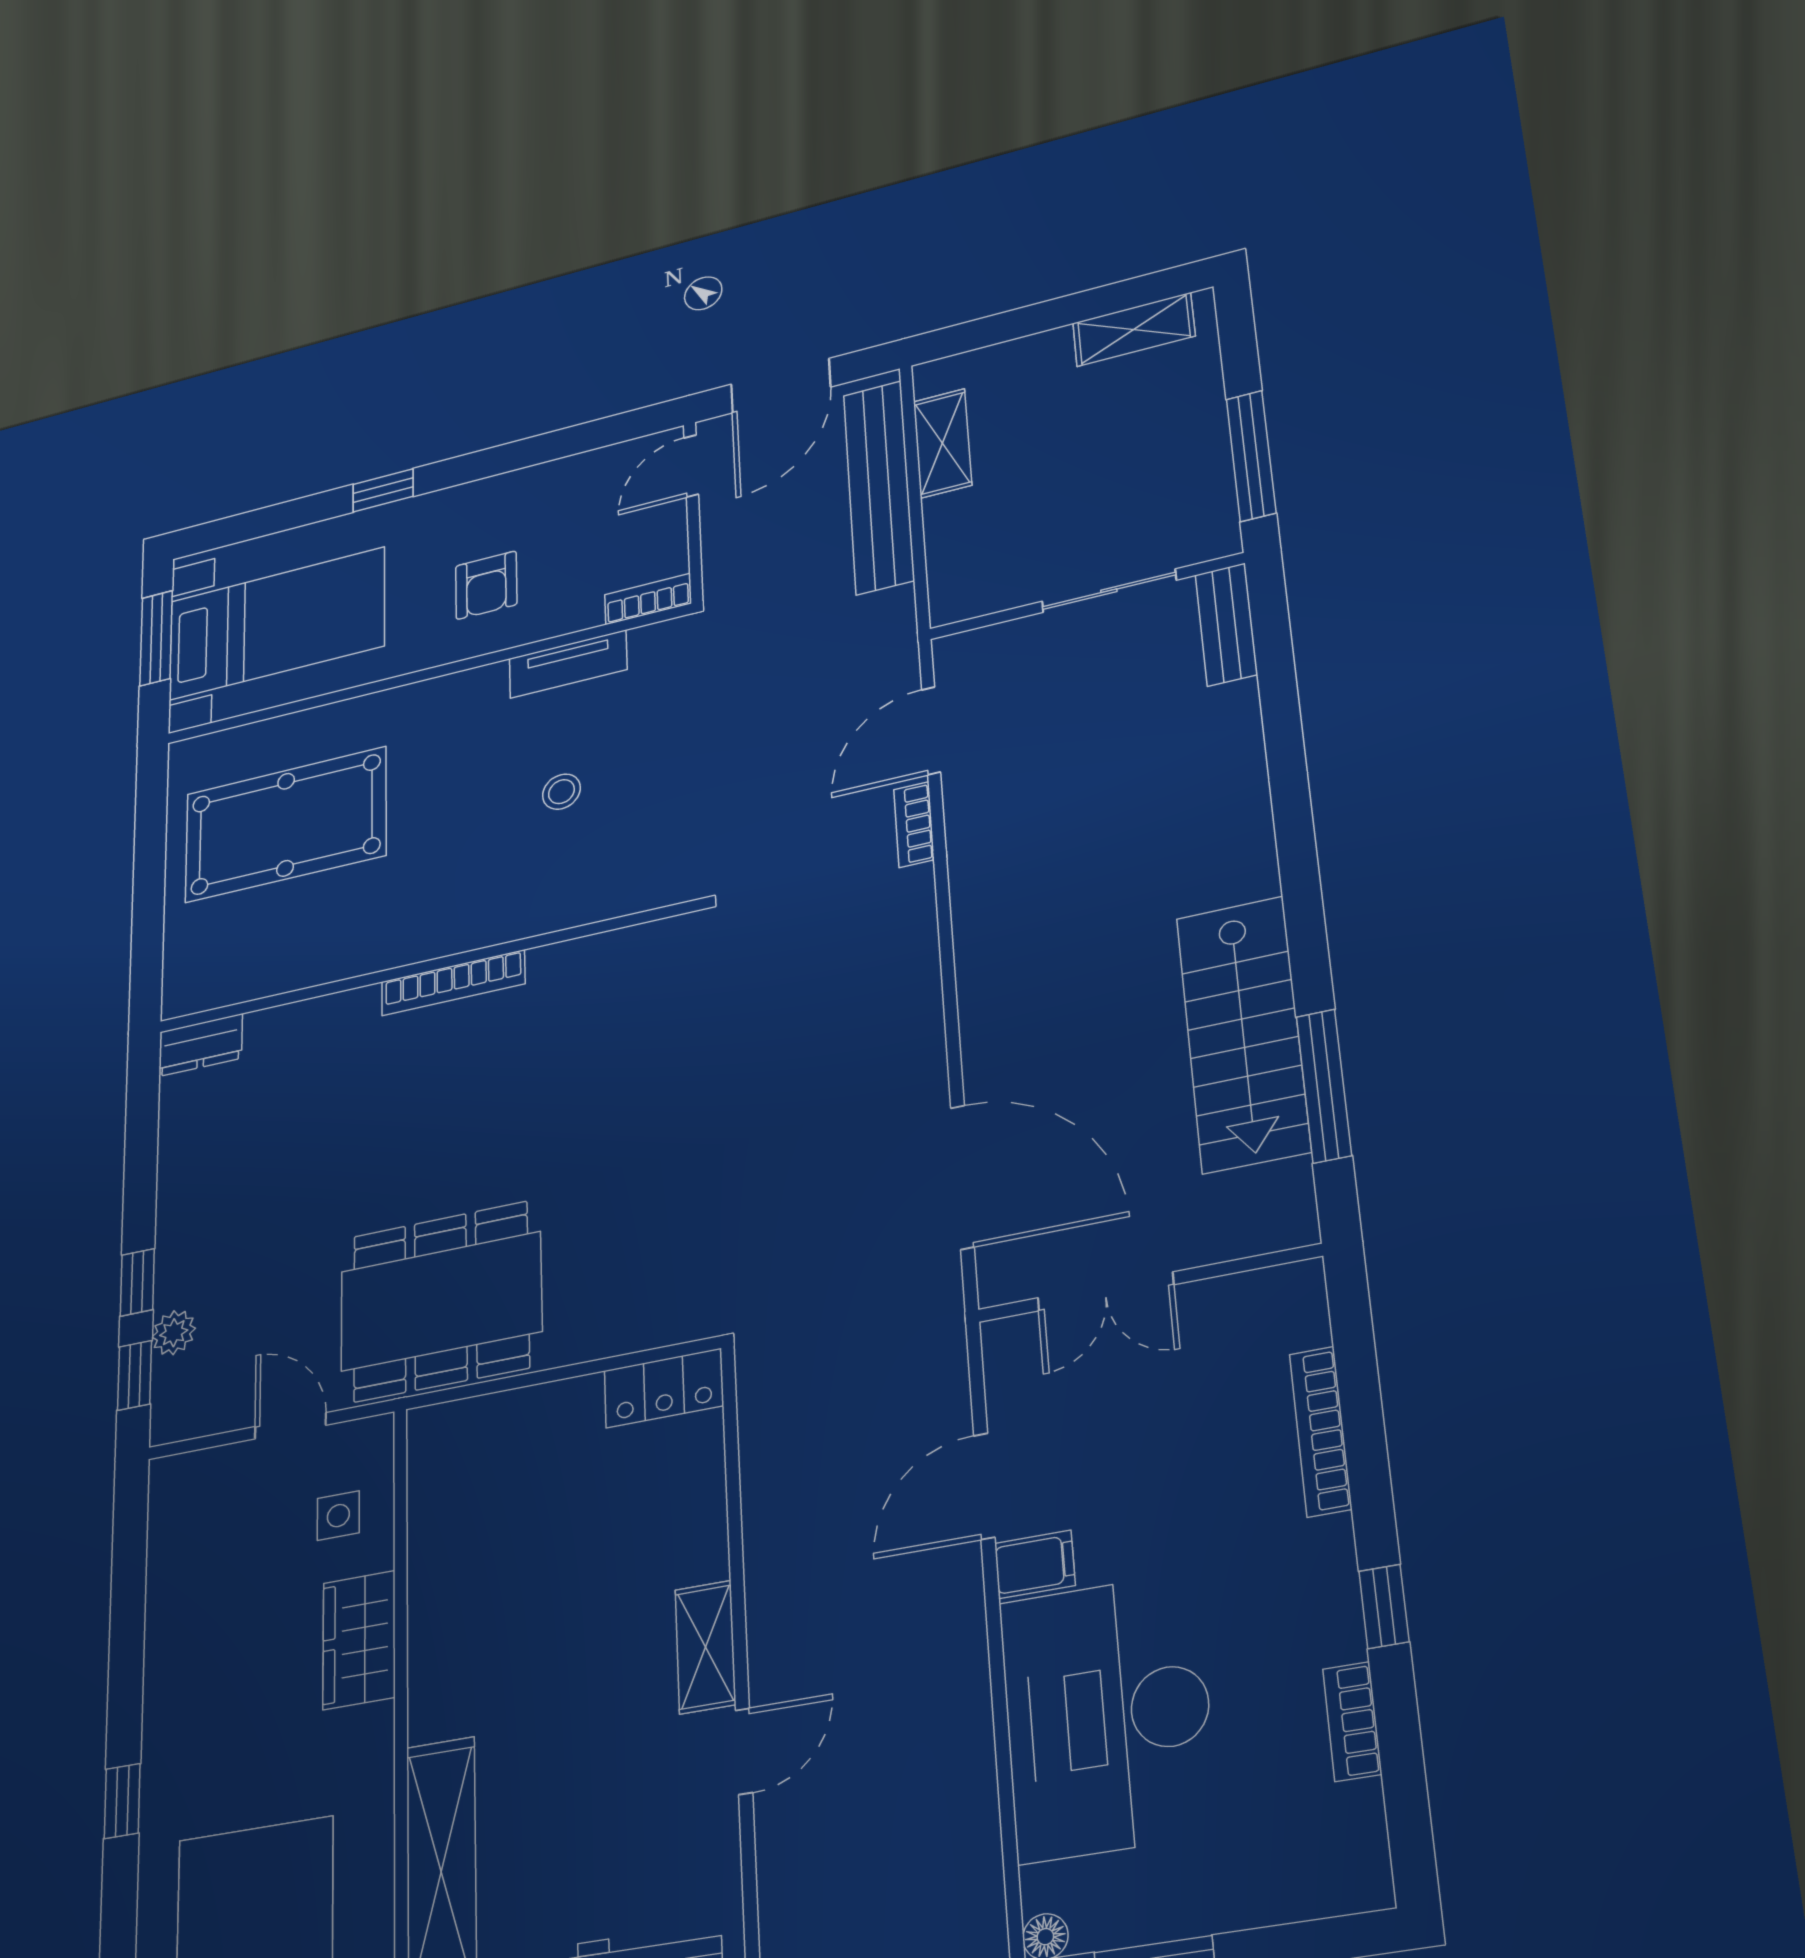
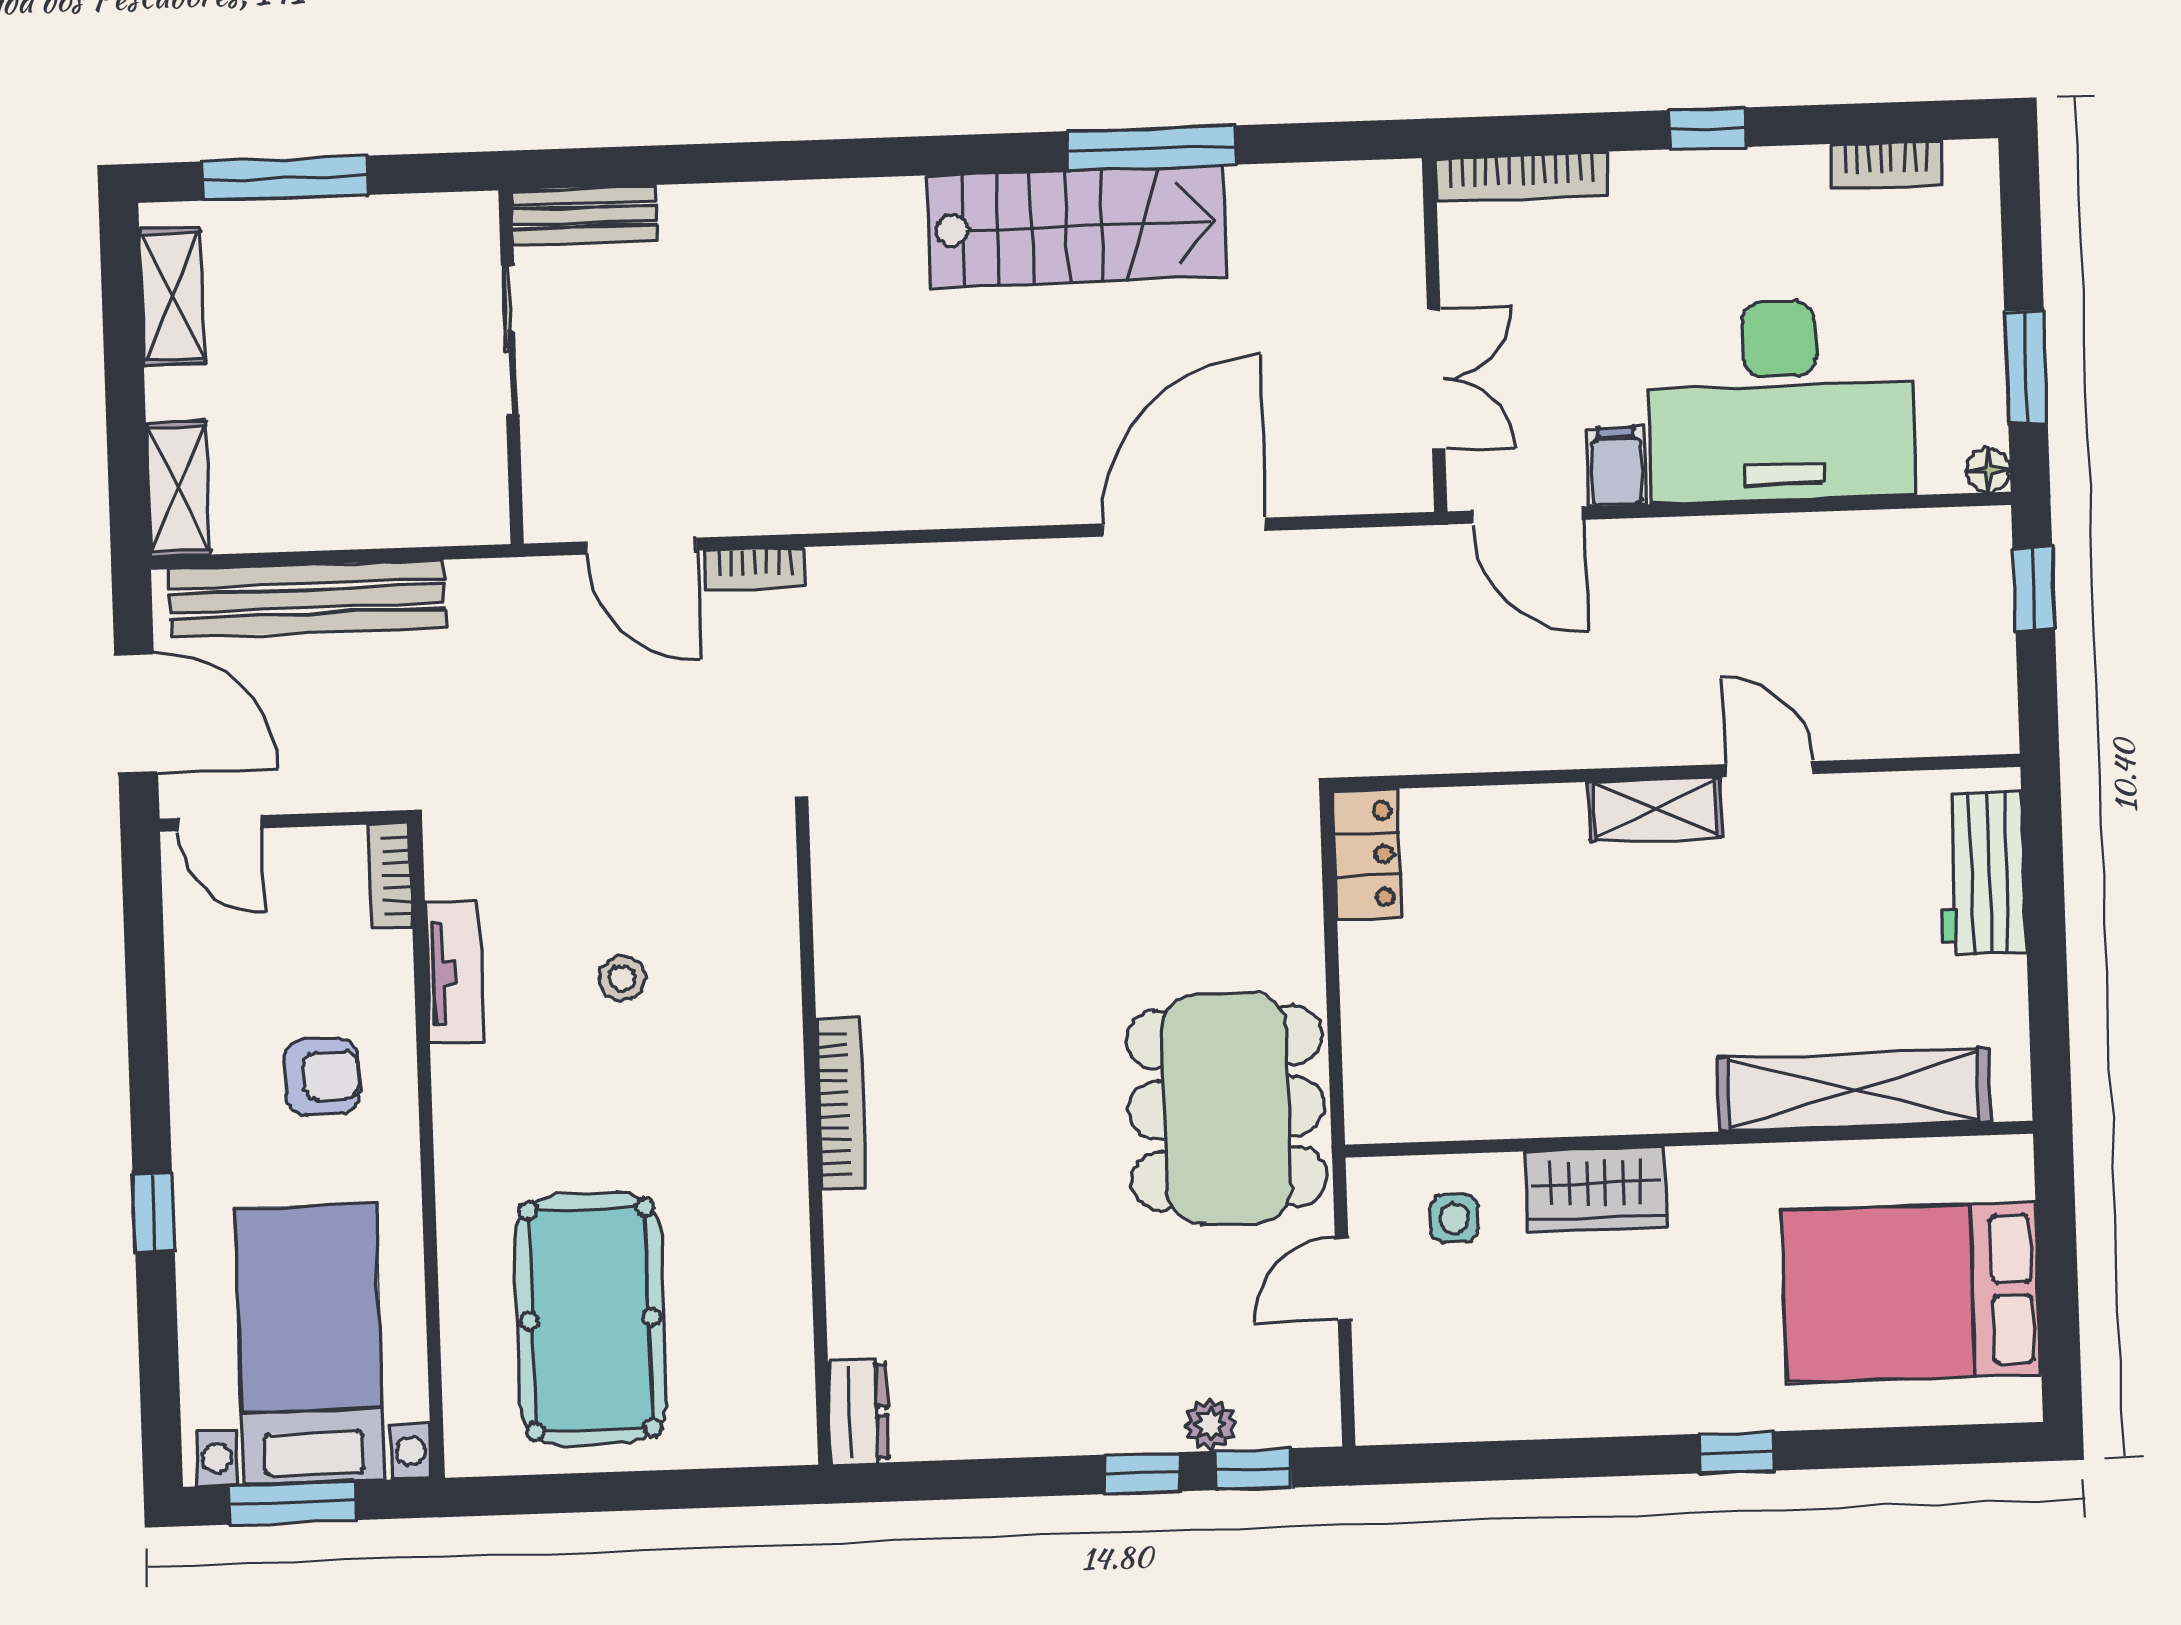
shelving: (942, 443) -> (178, 489), moved, turned 90
window: (1251, 456) -> (285, 178), moved
wall: (1148, 1283) -> (1435, 335), moved
double door: (1105, 1291) -> (1436, 379), moved
bookcase: (1352, 1721) -> (1887, 164), moved

